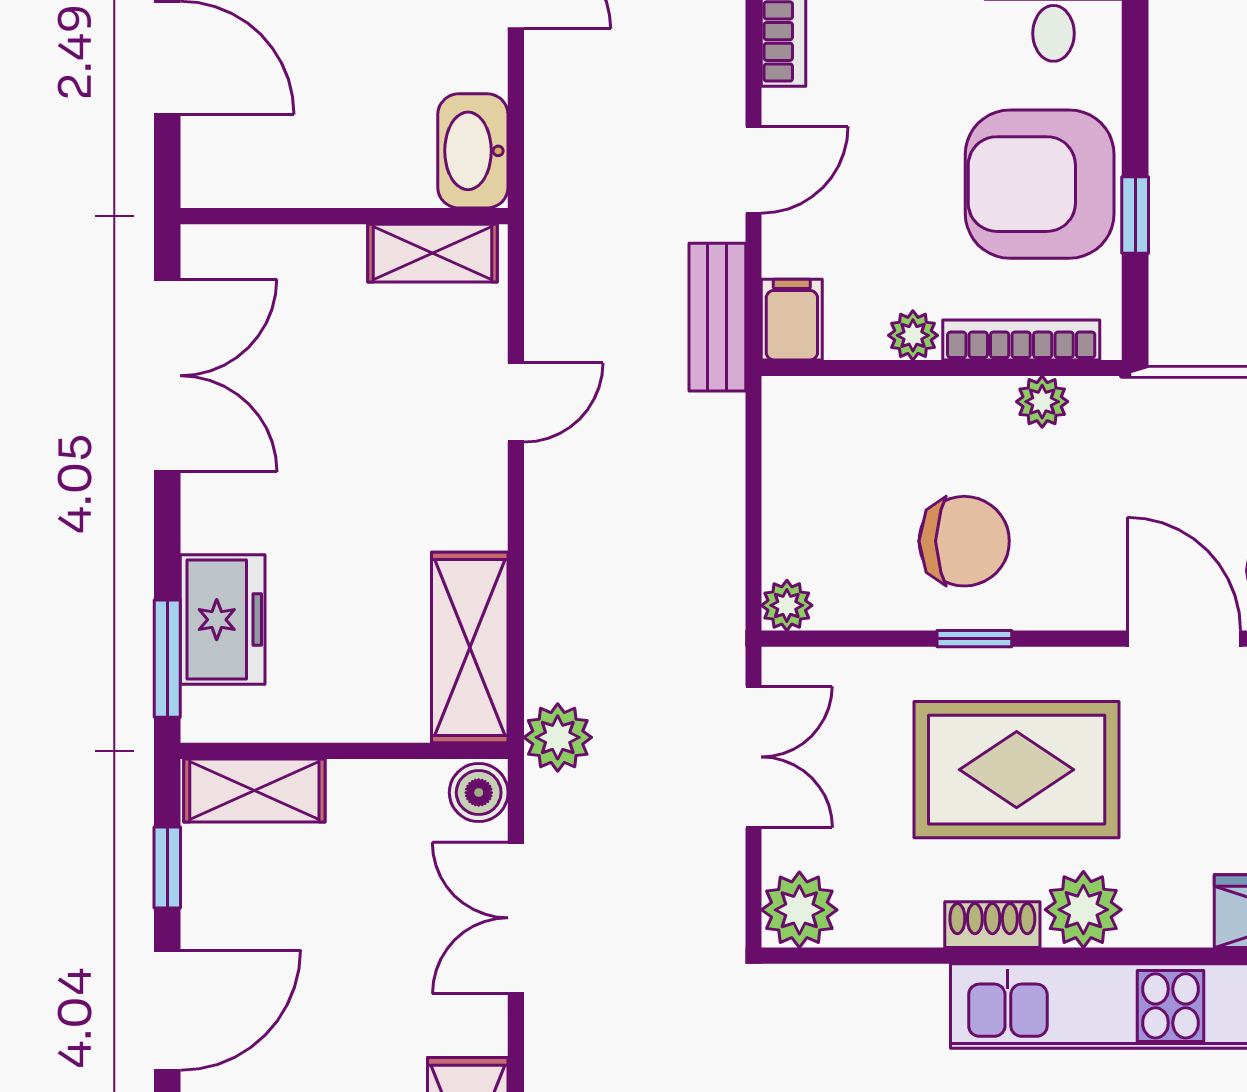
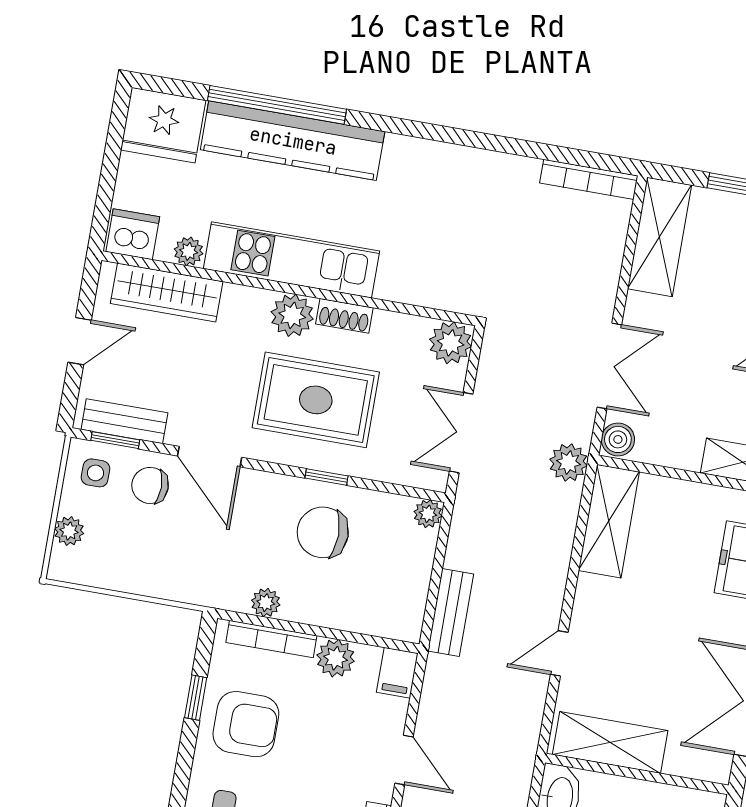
door: (754, 170) -> (404, 760), swing flipped
armchair: (1040, 184) -> (246, 724), width x0.73, depth x0.73
shelving: (432, 253) -> (610, 742), width x1.50, depth x1.33
bench: (717, 317) -> (451, 613), moved
plant: (913, 335) -> (336, 658), width x1.38, depth x1.38

